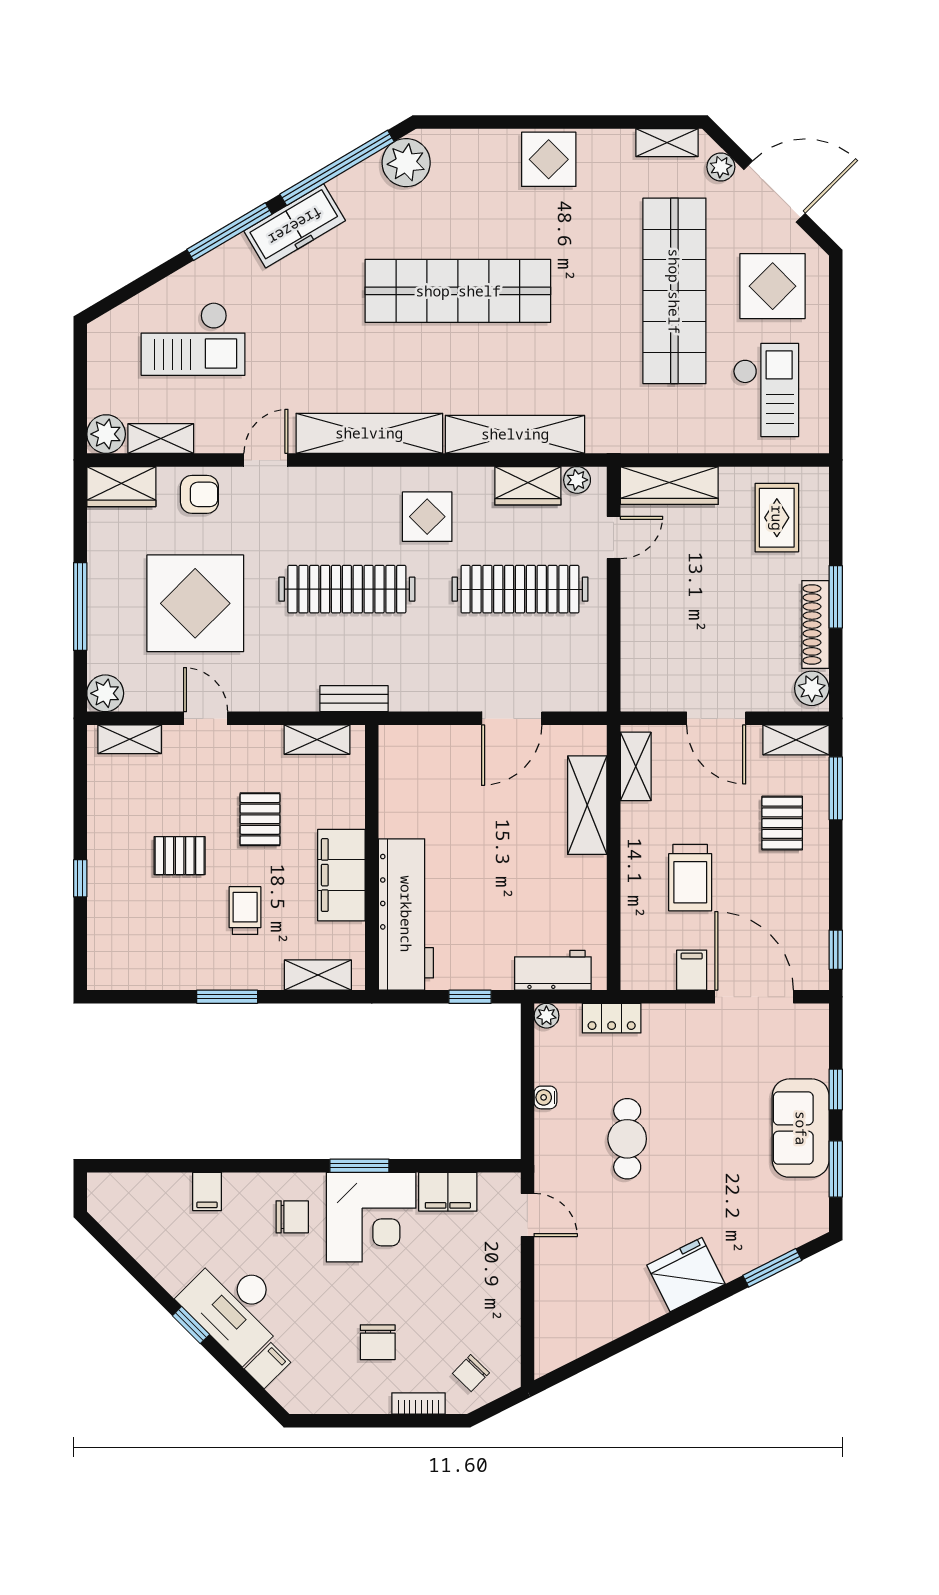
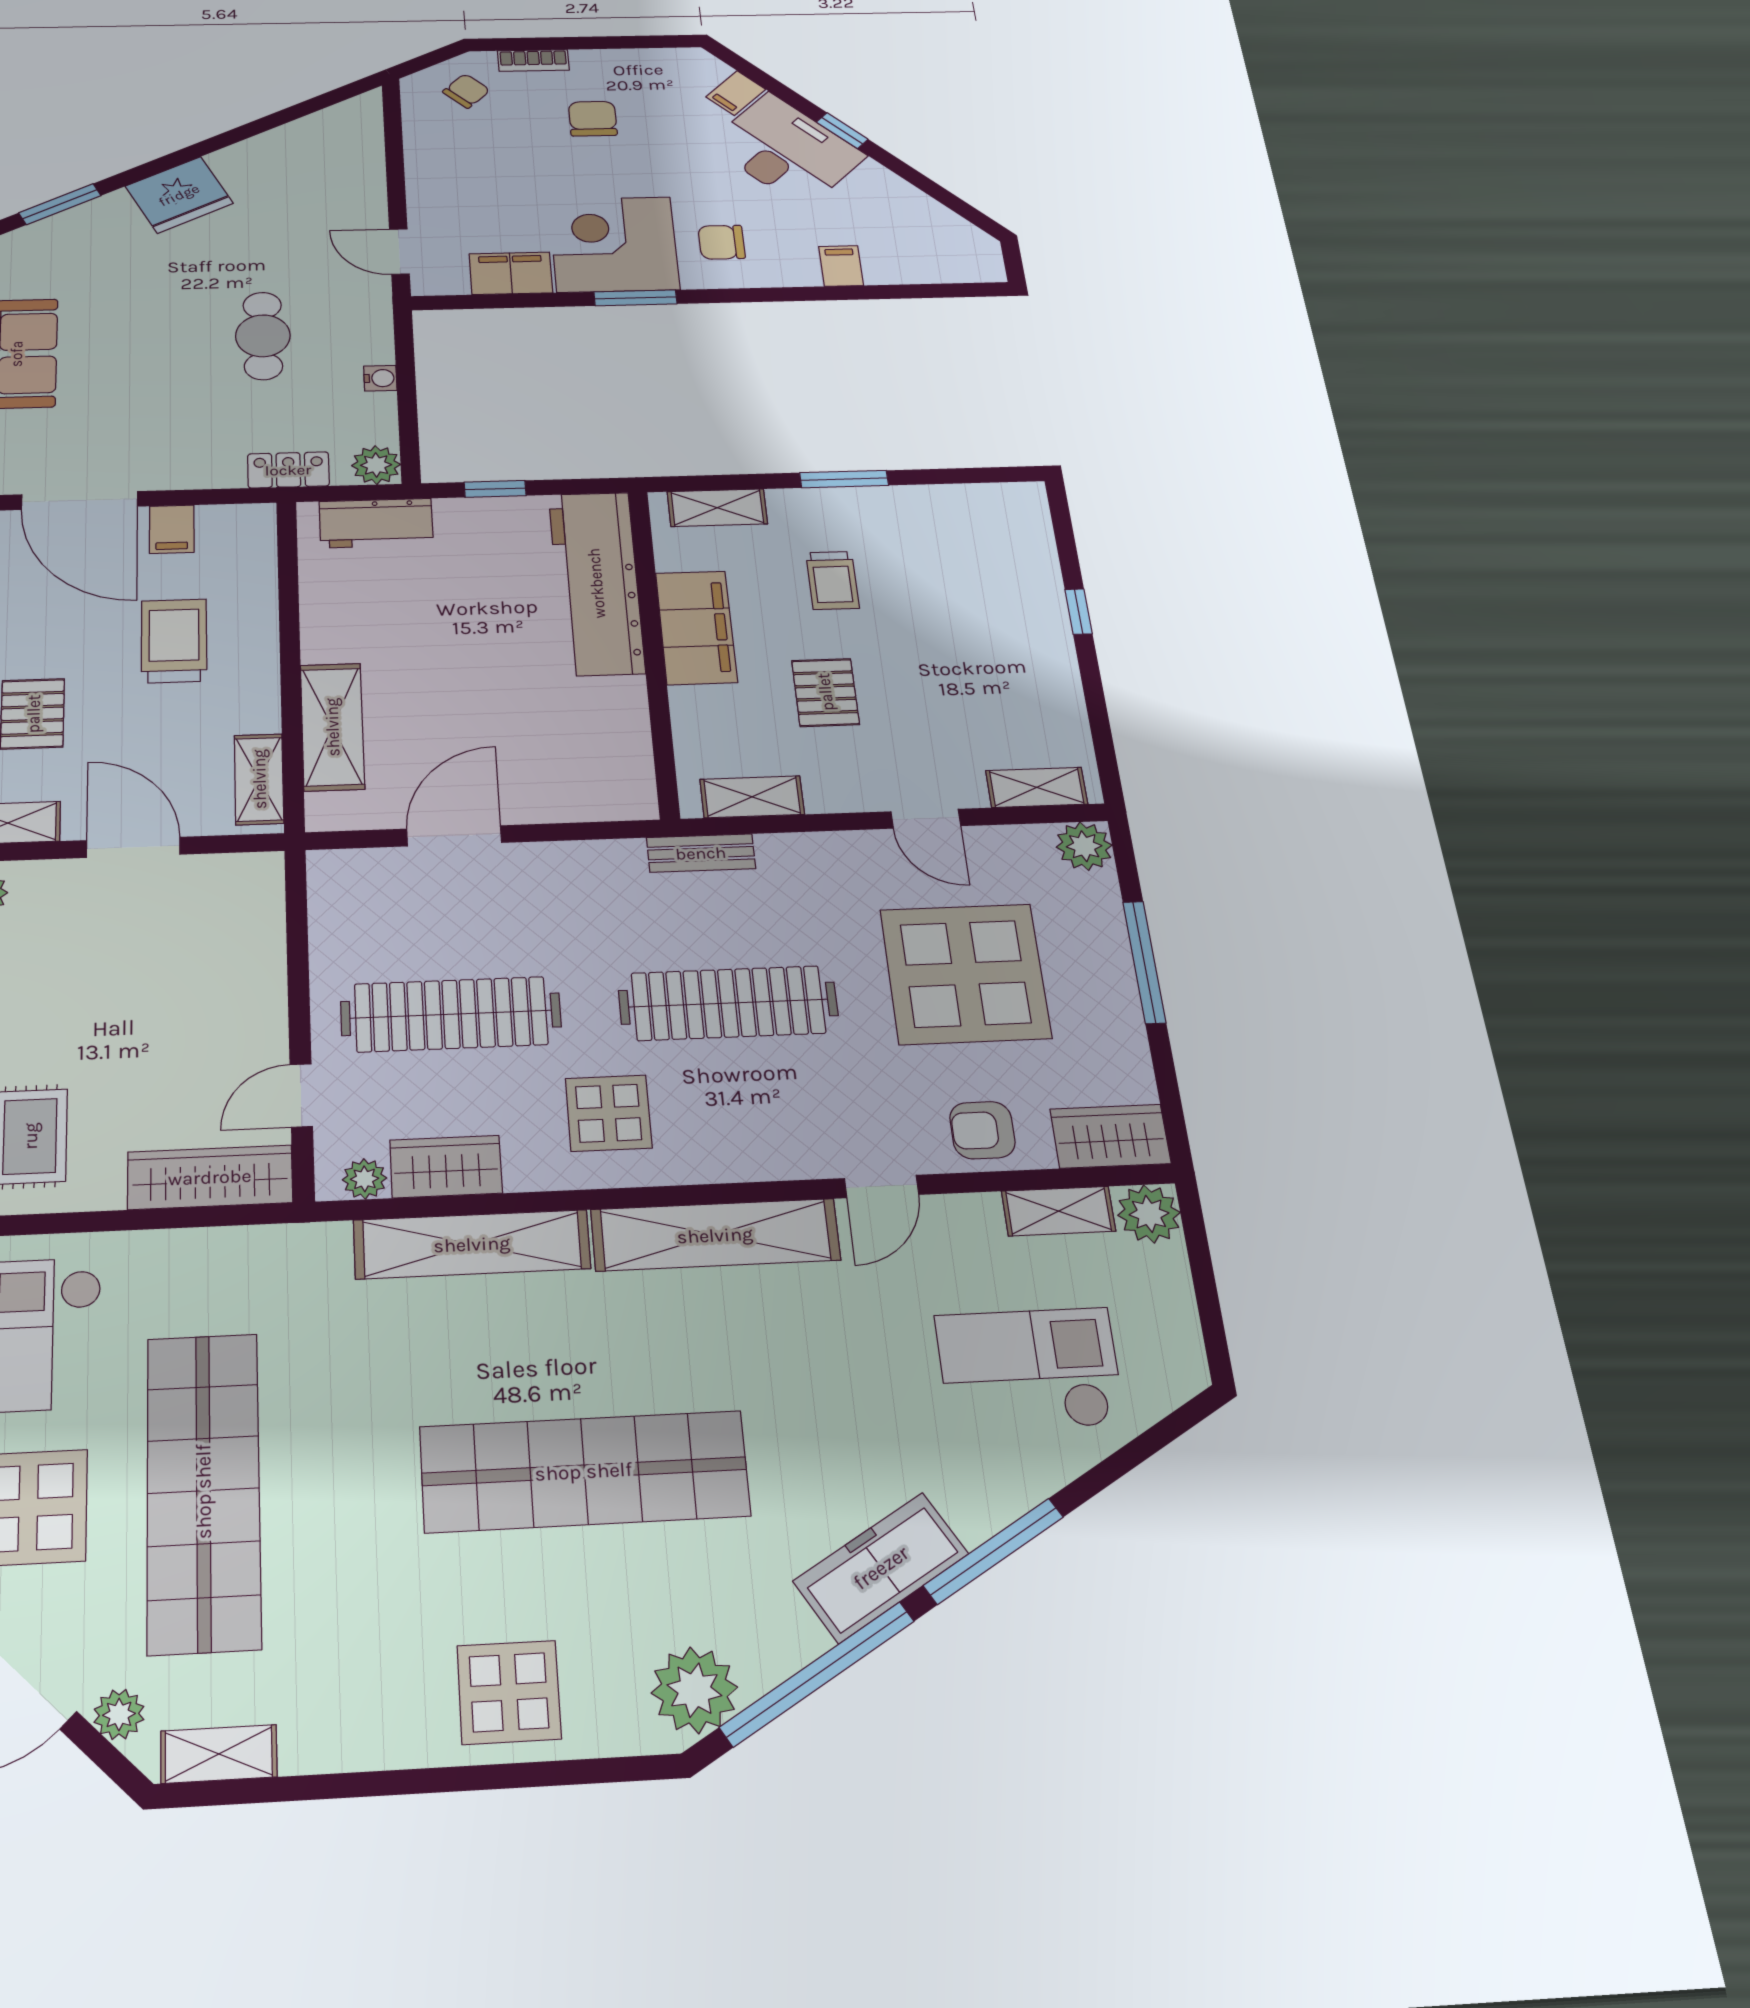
display table: (549, 159) -> (509, 1692), moved
pallet: (180, 856) -> (938, 644), removed
plant: (546, 1016) -> (376, 465), width x1.38, depth x1.38

